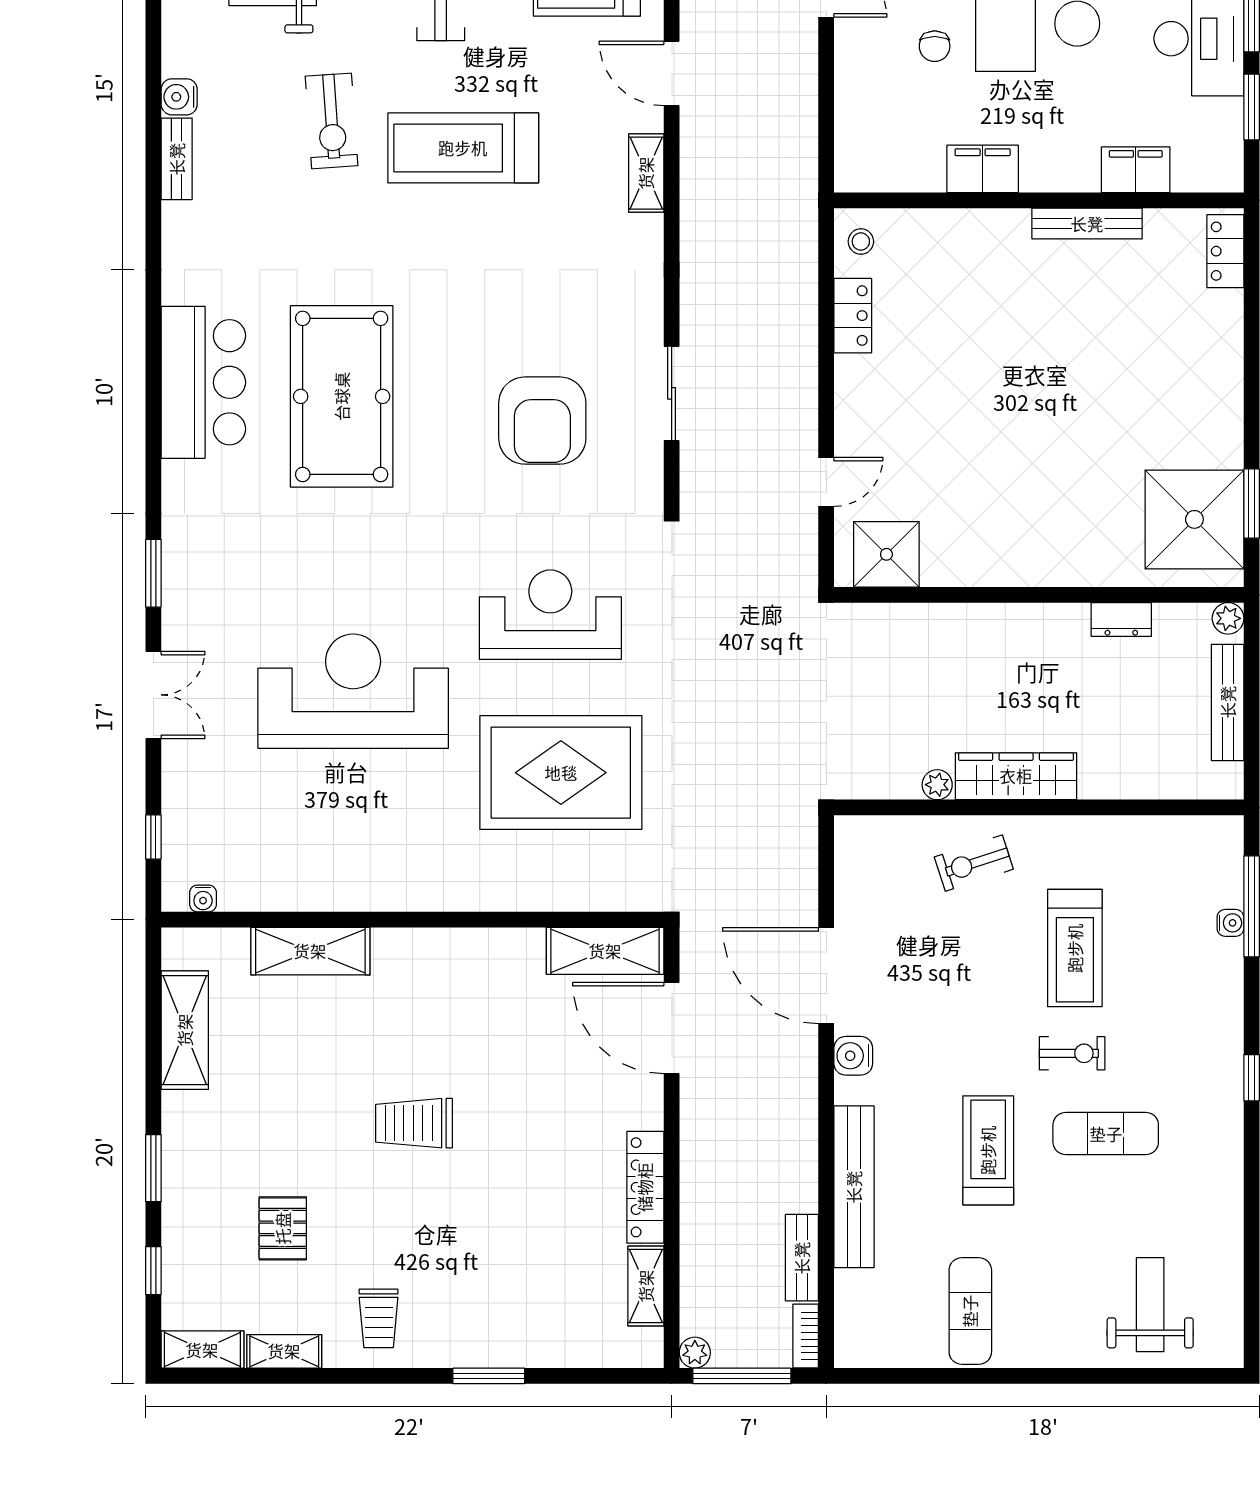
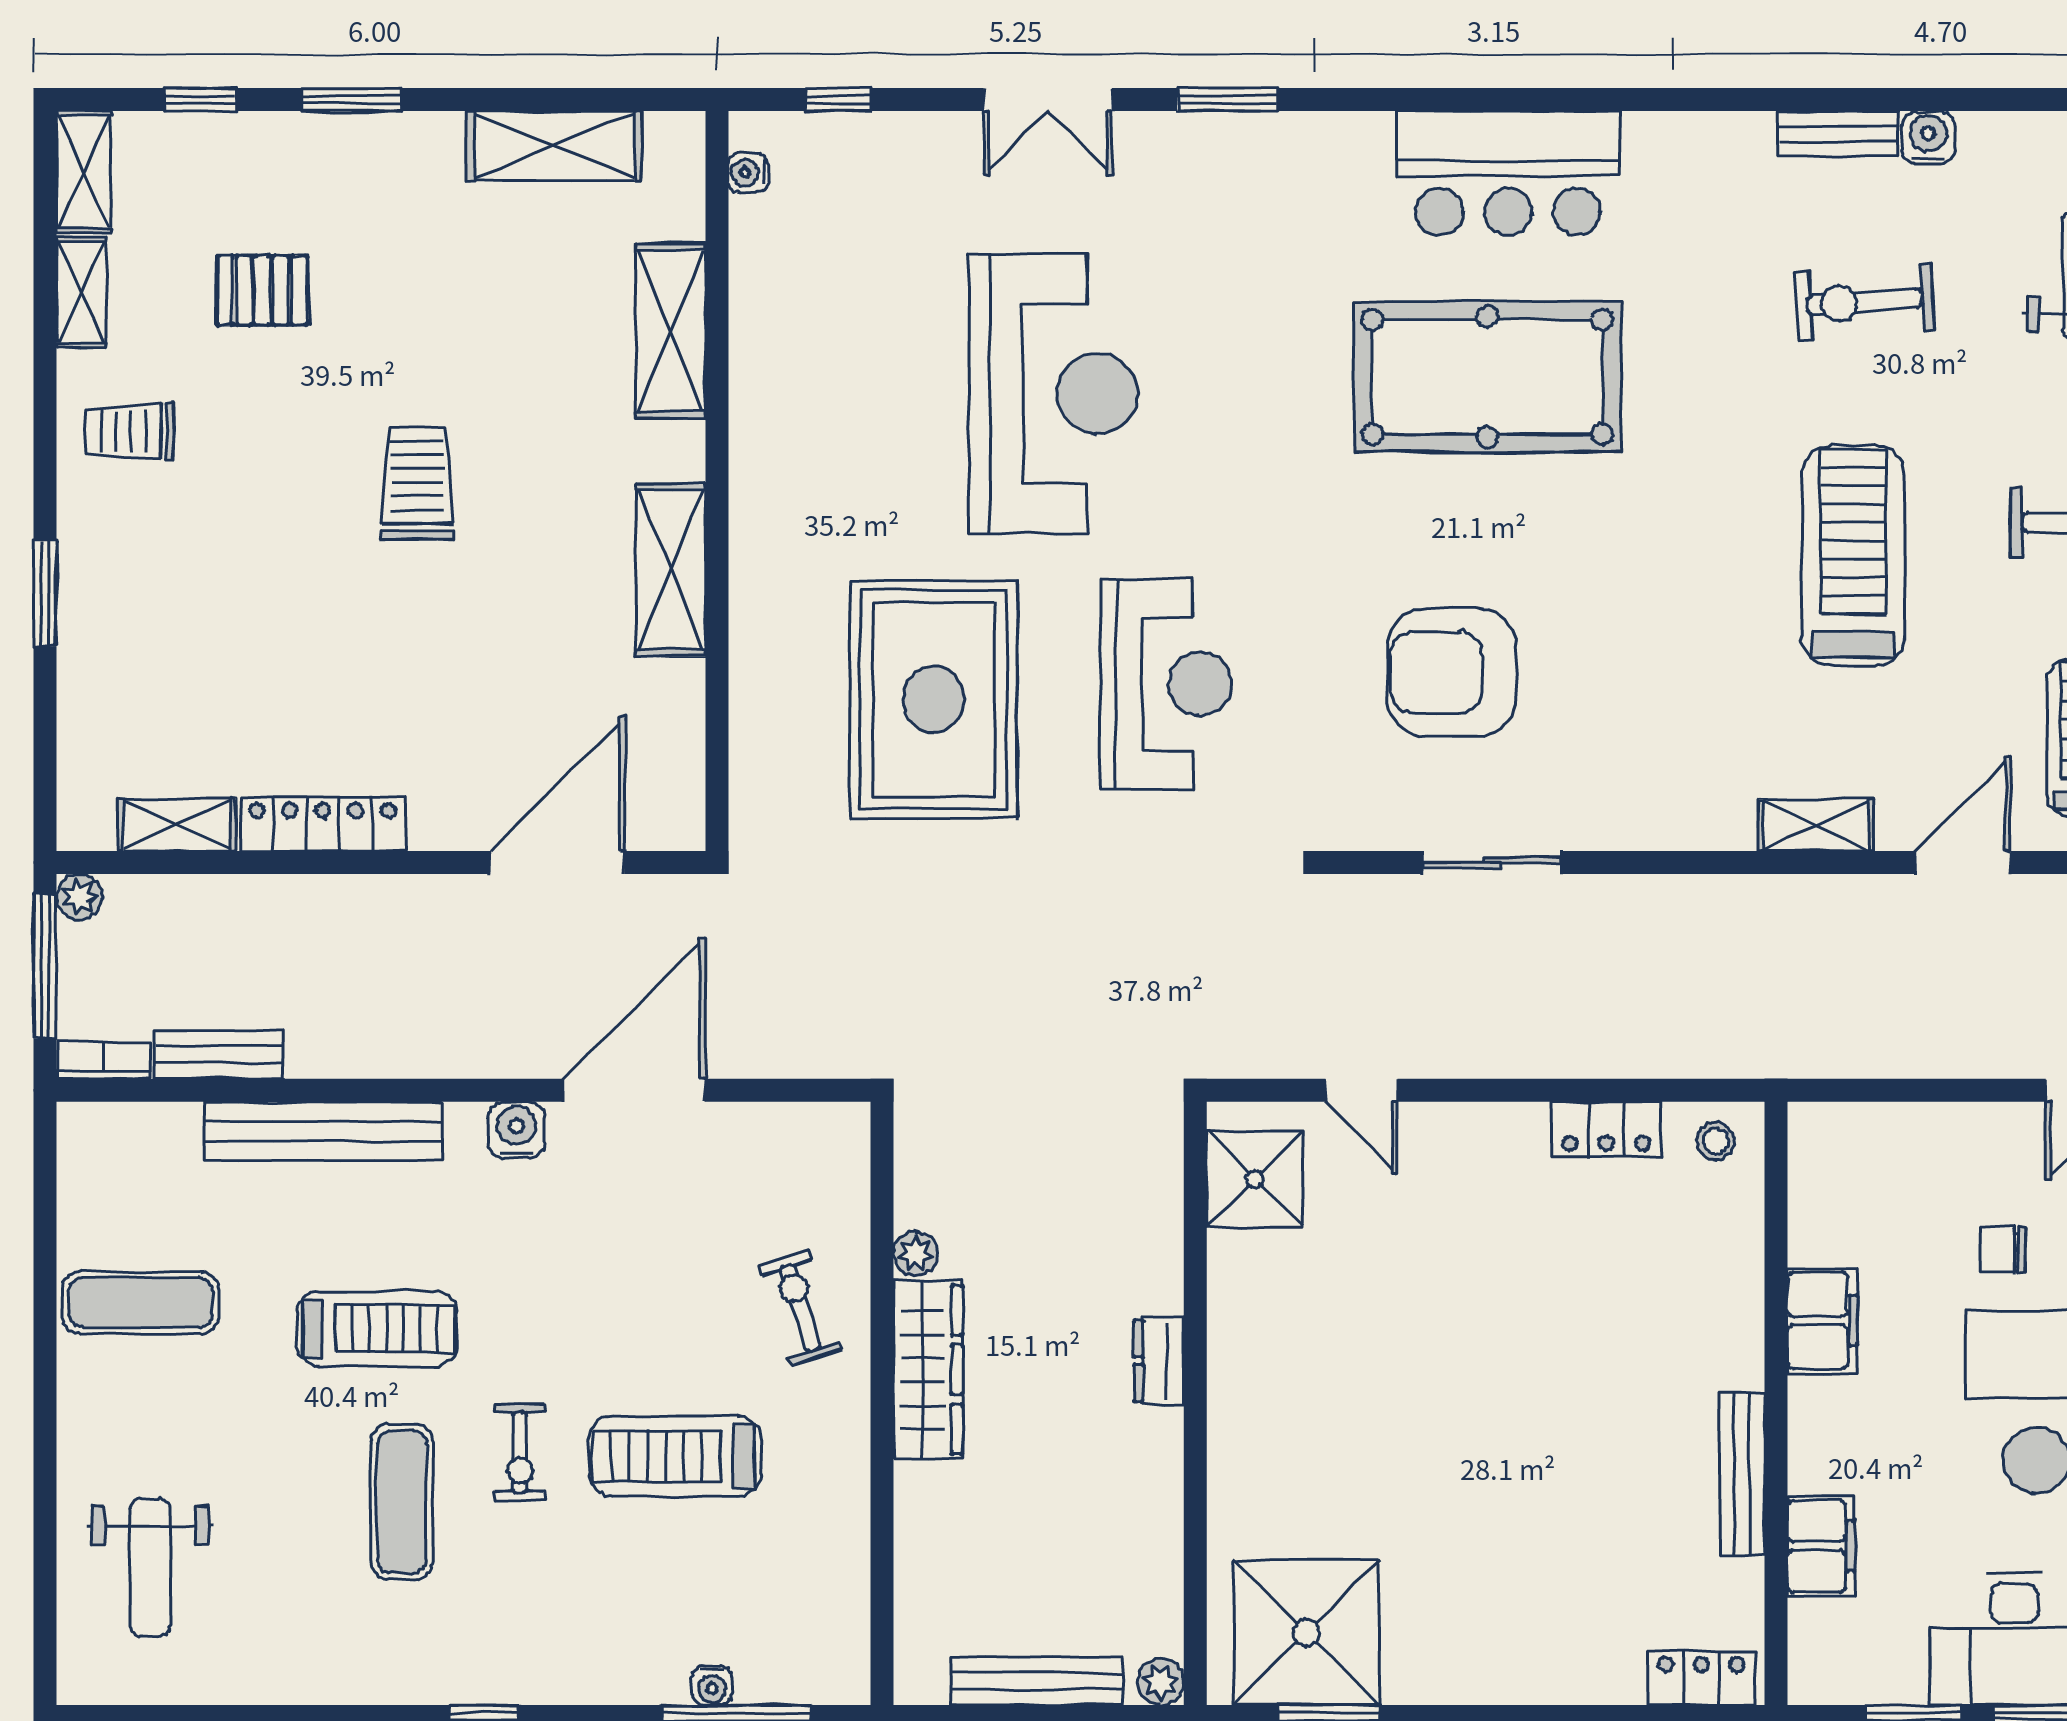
exercise bike: (332, 121) -> (1865, 302), moved
dresser: (1121, 619) -> (1159, 1361), moved
shelving: (605, 951) -> (671, 570), moved
weight bench: (1150, 1305) -> (150, 1567), turned 90

